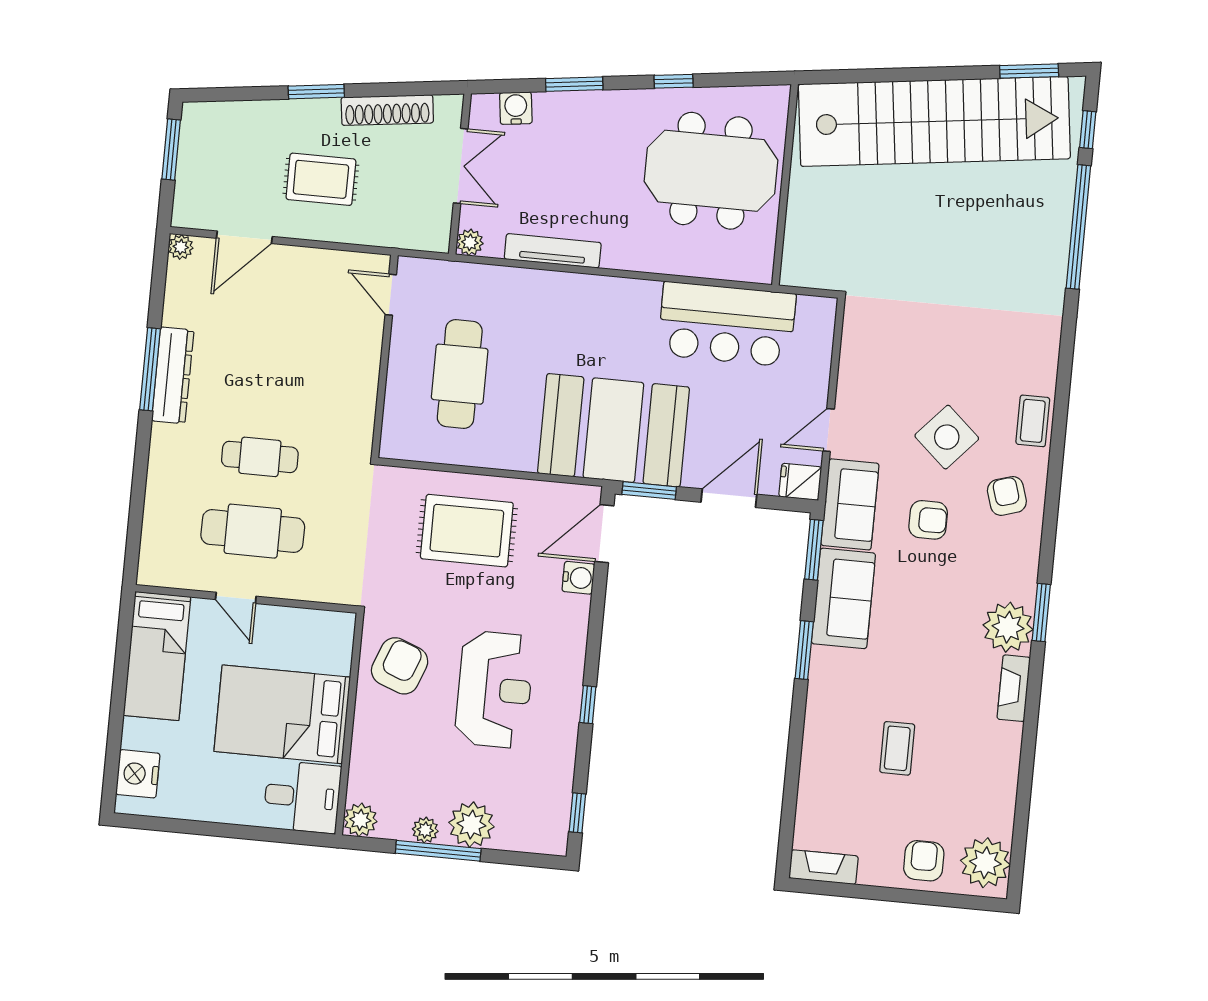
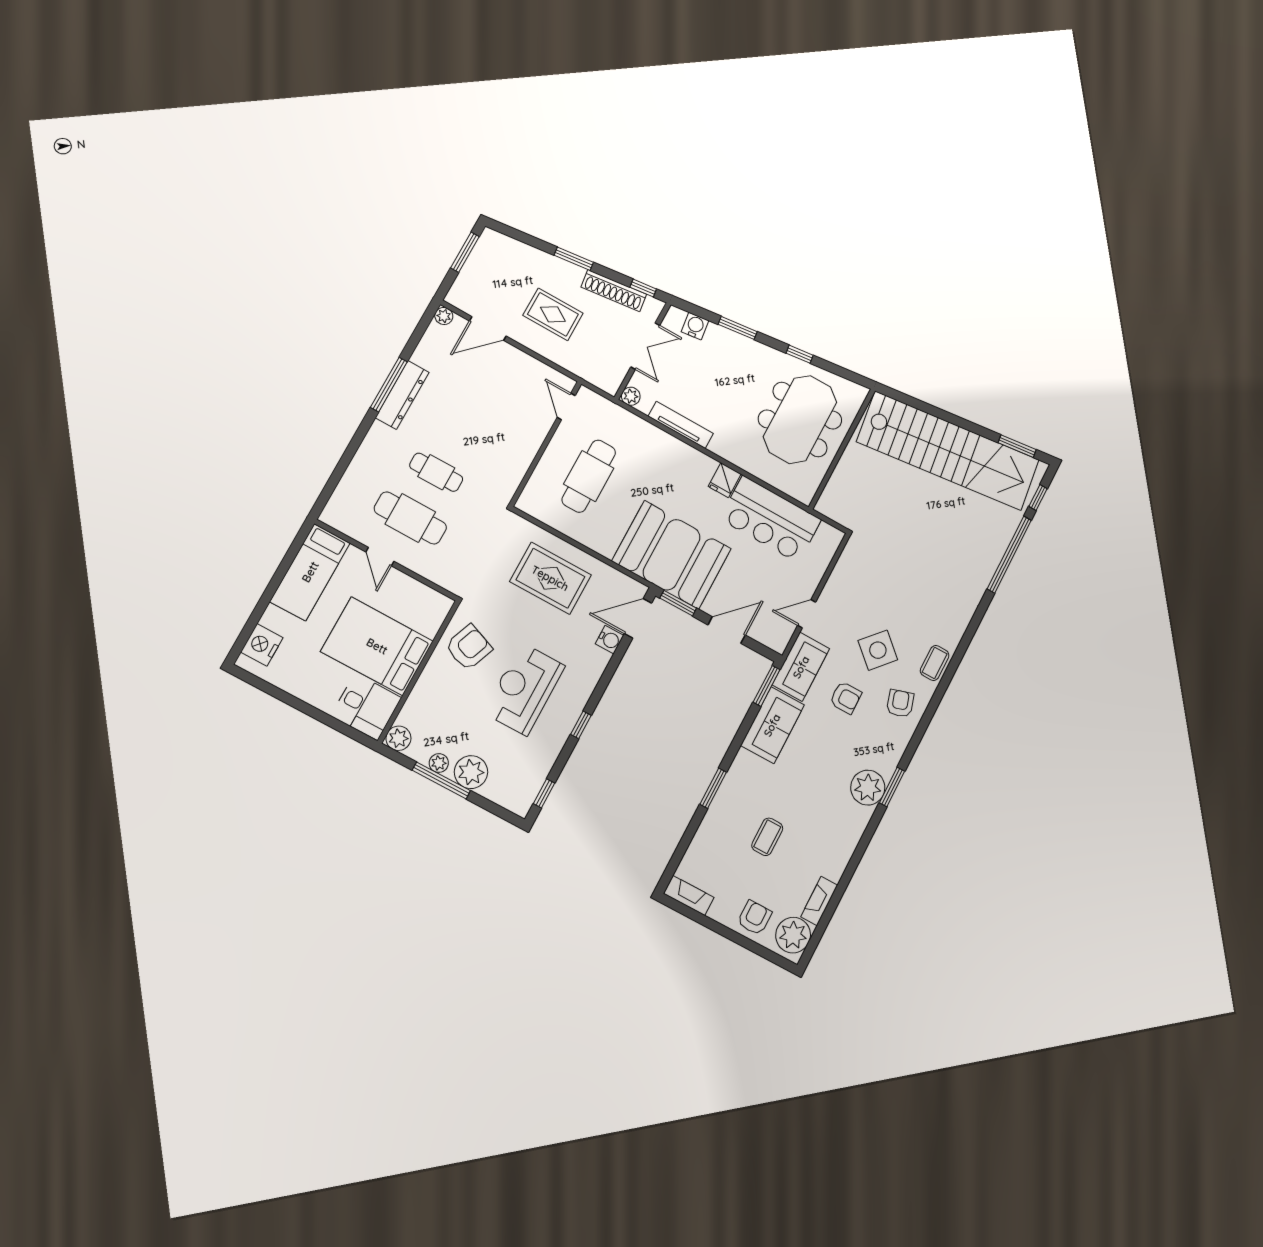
window: (425, 88) -> (643, 288), added
meeting table: (711, 171) -> (800, 420), turned 90
fridge: (800, 482) -> (725, 480), moved, turned -90
window: (804, 650) -> (713, 788), moved
fireplace: (1014, 688) -> (819, 901), moved
reception desk: (494, 690) -> (524, 689), turned 180

